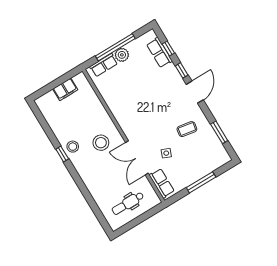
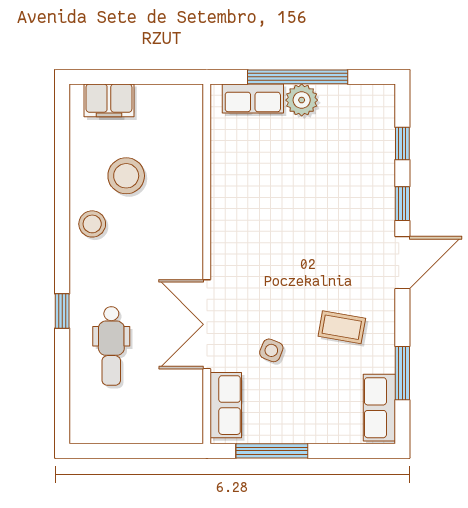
row of seats: (159, 53) -> (379, 408), moved
filing cabinet: (65, 89) -> (109, 100), moved
stool: (101, 143) -> (126, 176), moved
window: (62, 154) -> (62, 311), moved
window: (201, 182) -> (272, 451), moved
dental chair: (128, 203) -> (111, 346), moved, turned -90

